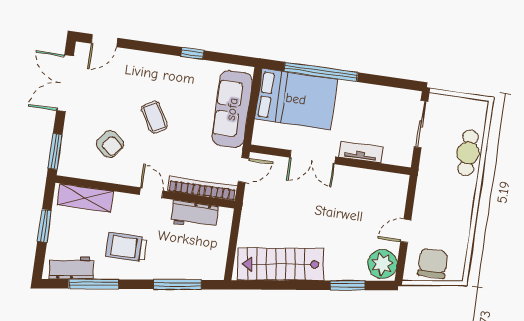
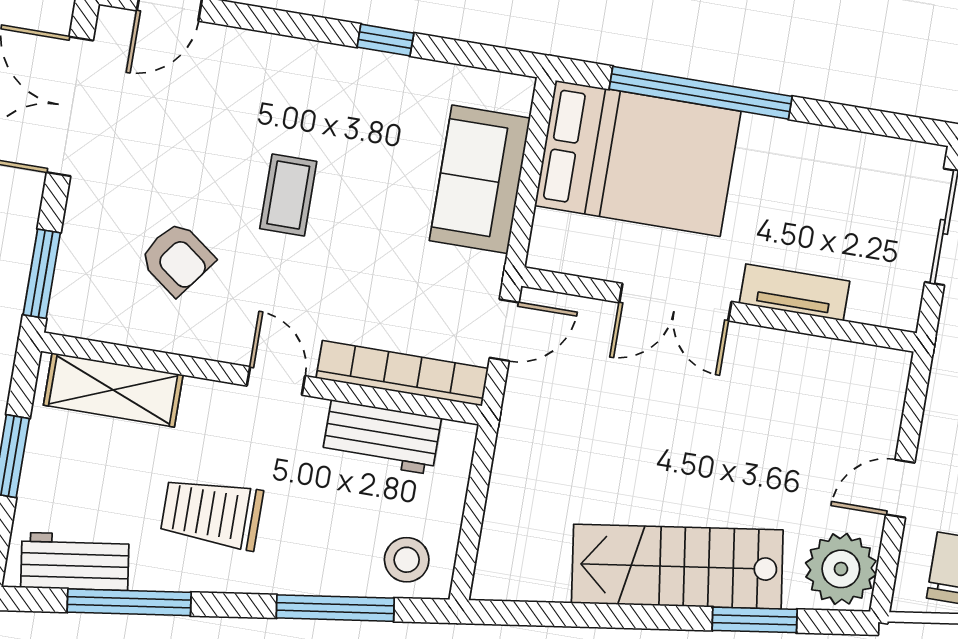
sofa: (232, 109) -> (480, 179), width x0.73
coffee table: (154, 117) -> (288, 195), turned 30
stool: (206, 264) -> (407, 560), added
stairs: (281, 264) -> (677, 567), moved

